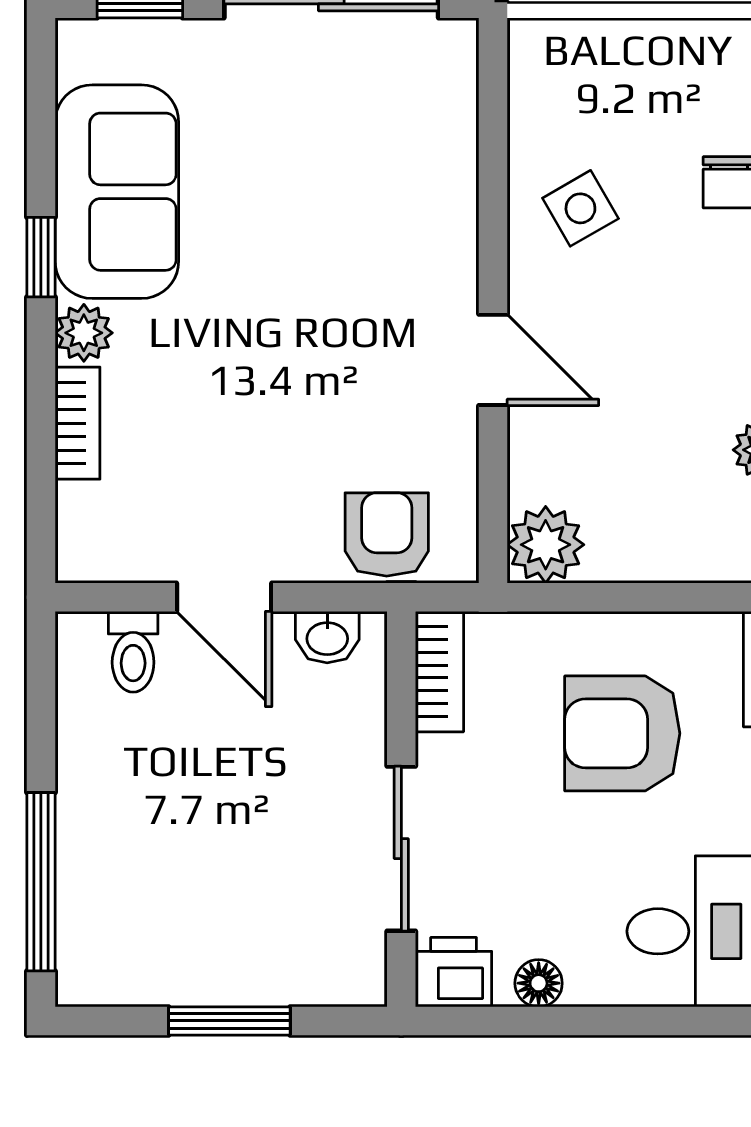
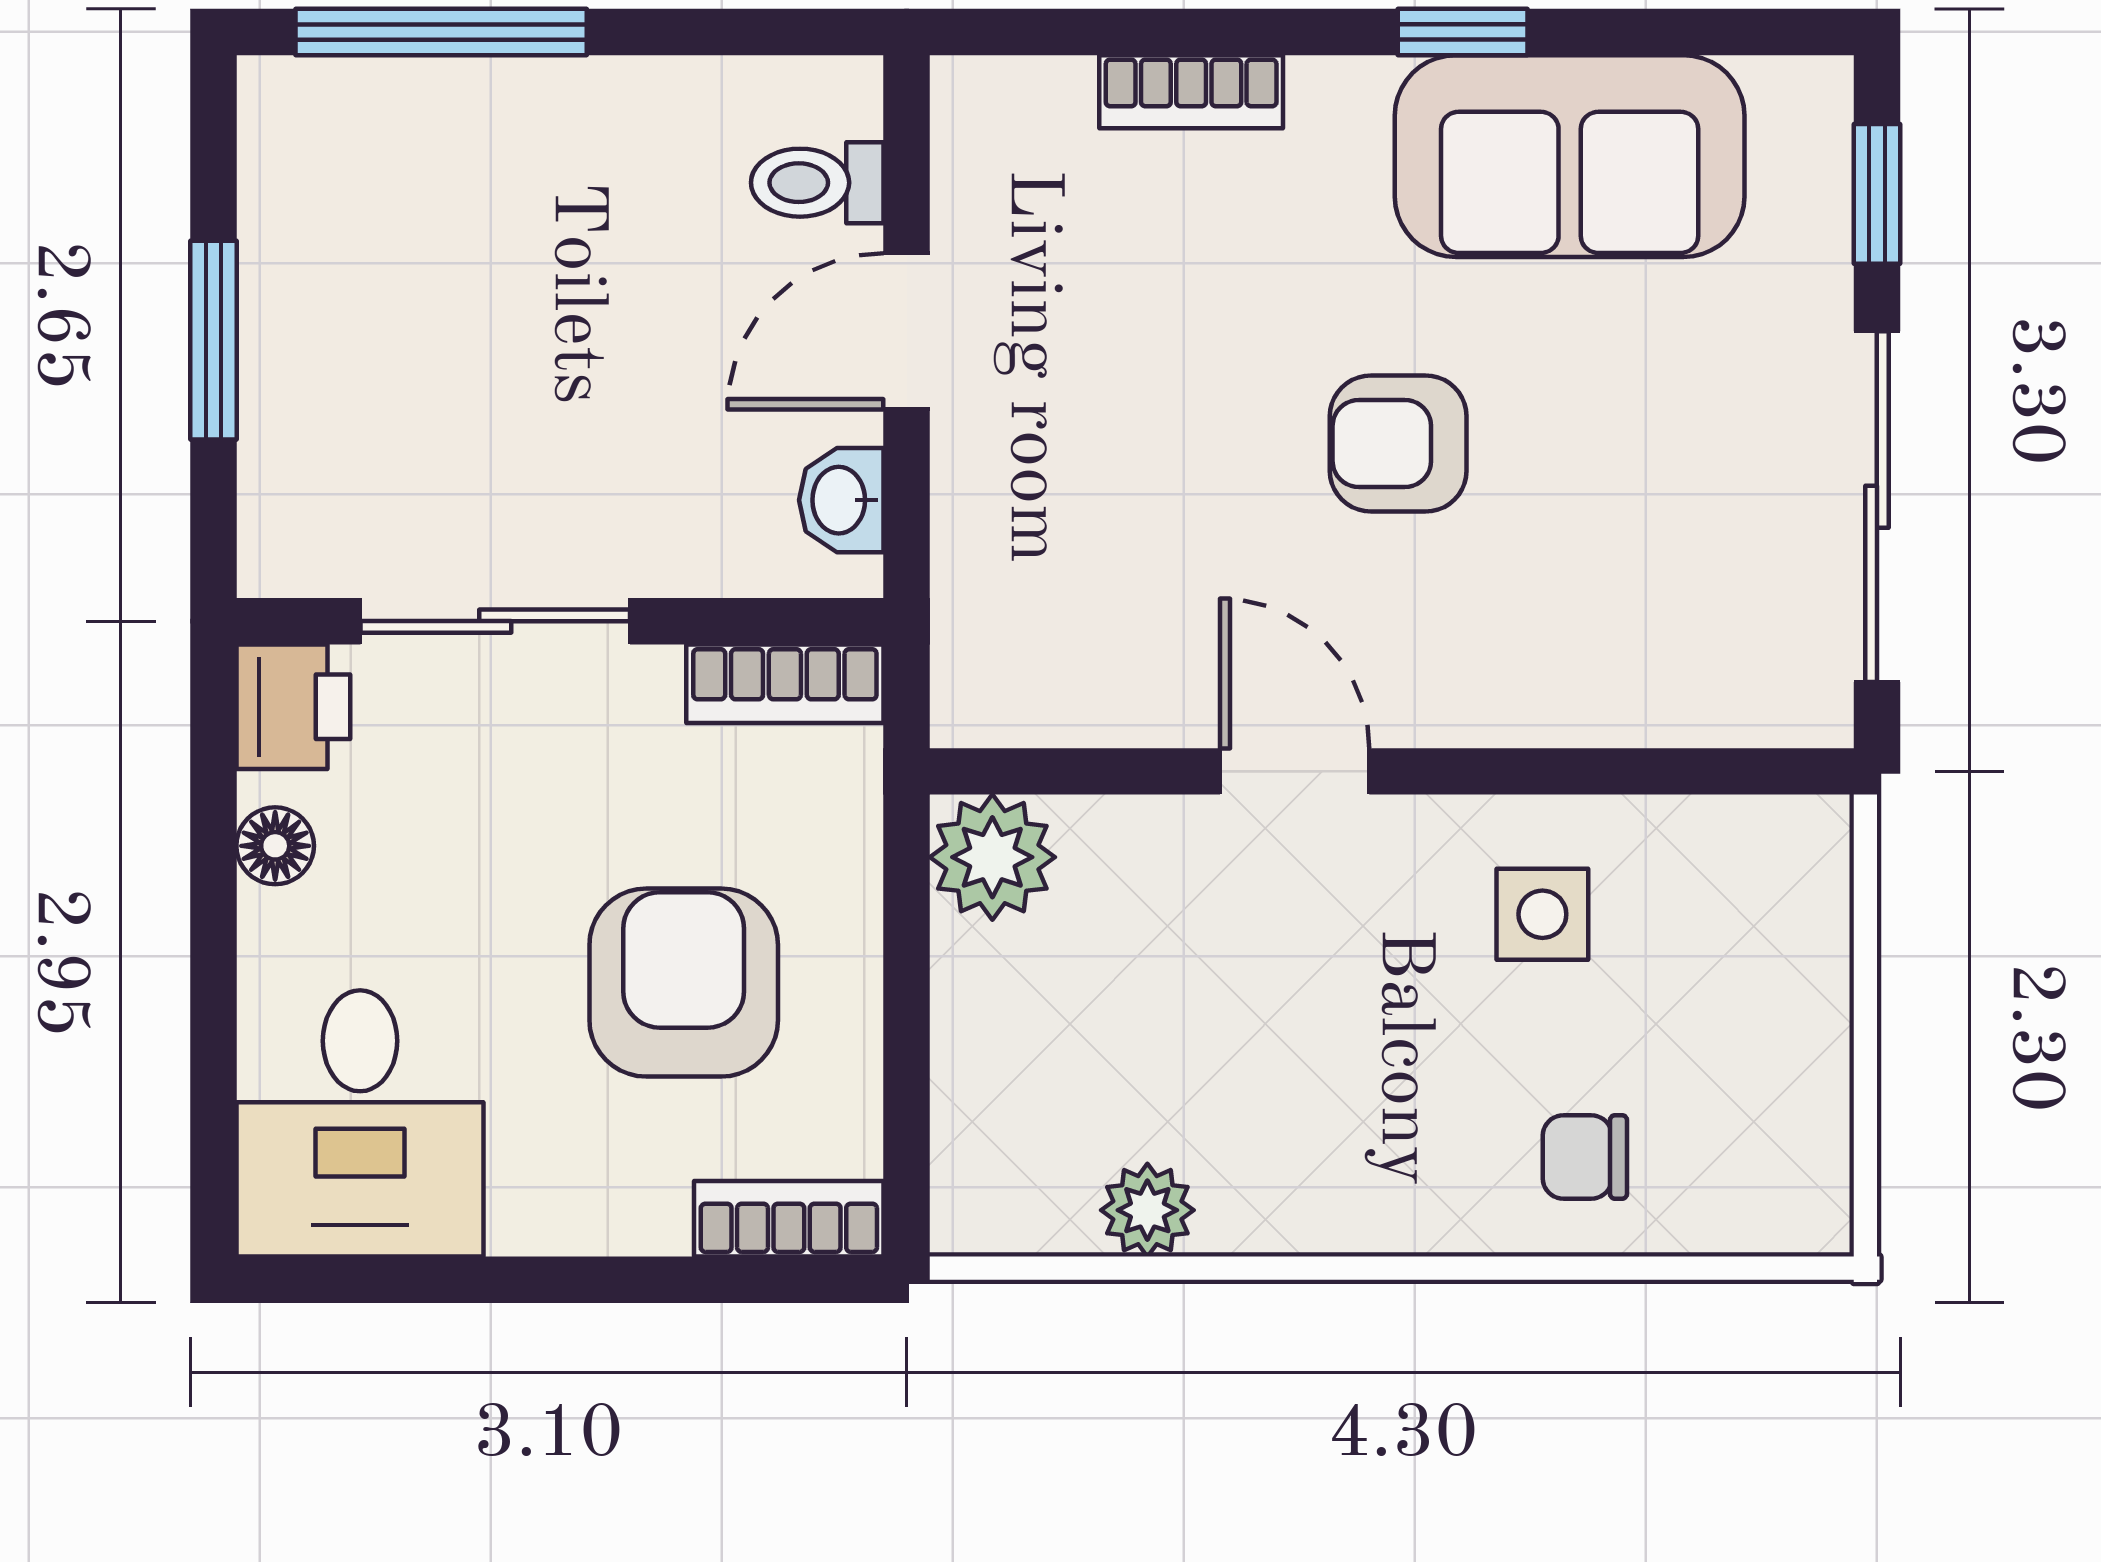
side table: (580, 208) -> (1542, 914), turned 30
plant: (84, 333) -> (1339, 102), removed
door: (493, 360) -> (1295, 771), swing flipped
armchair: (387, 534) -> (1398, 443), moved, turned 180

